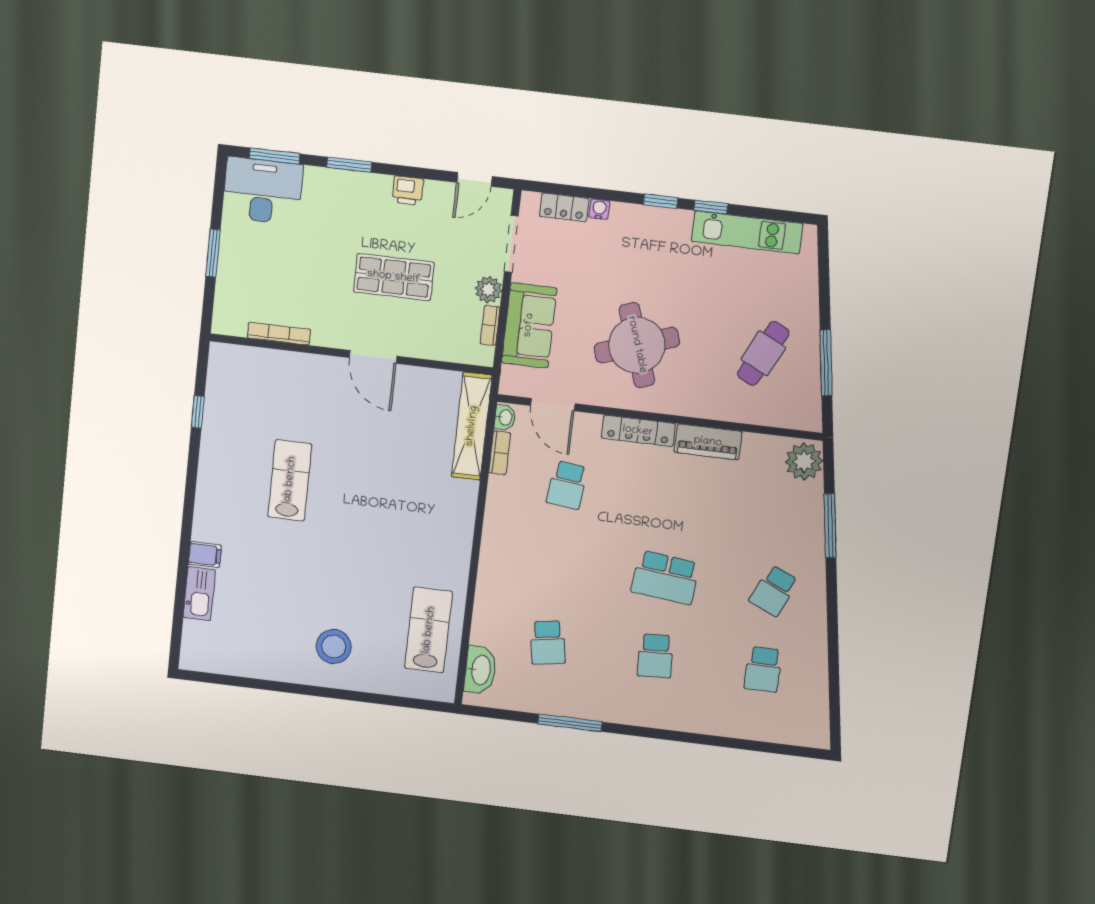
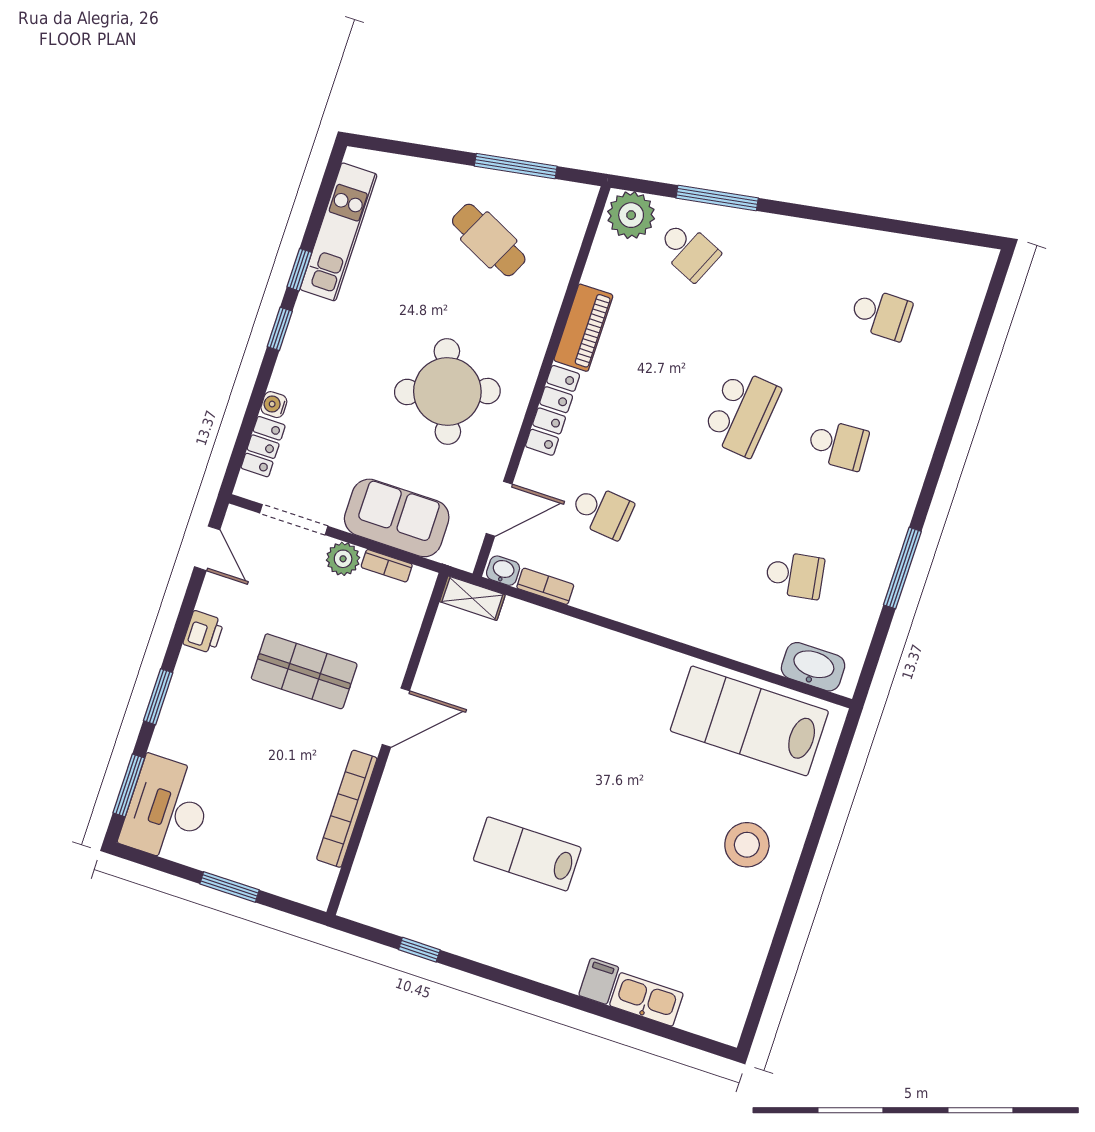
shop shelf: (394, 277) -> (304, 671), turned 90
bookcase: (279, 334) -> (347, 809), width x1.48, depth x1.31
shelving: (472, 426) -> (472, 598), width x0.45, depth x0.75
school desk: (774, 591) -> (688, 250), moved
lab bench: (429, 630) -> (749, 721), width x1.36, depth x1.39

